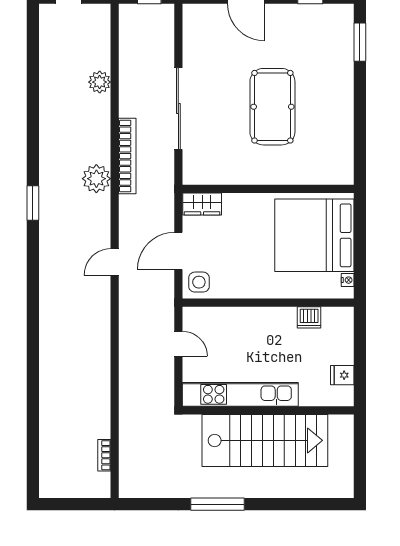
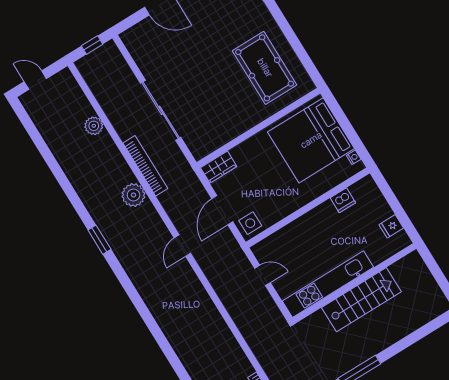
pool table: (272, 107) -> (265, 68), moved
stairs: (265, 440) -> (361, 300), width x0.73, depth x0.66

